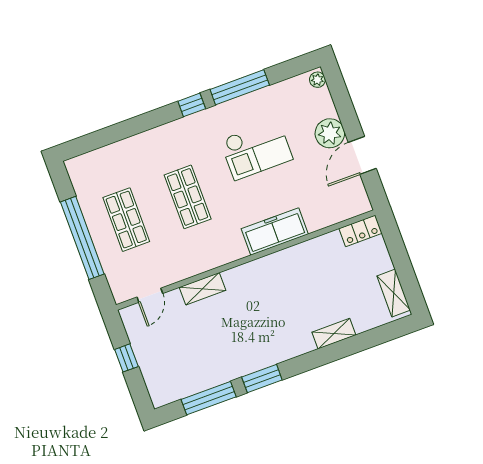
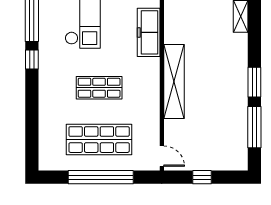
shop shelf: (126, 220) -> (99, 140), width x1.43, depth x1.36
shelving: (203, 289) -> (174, 81), width x2.20, depth x1.33
door: (150, 295) -> (162, 156), moved

